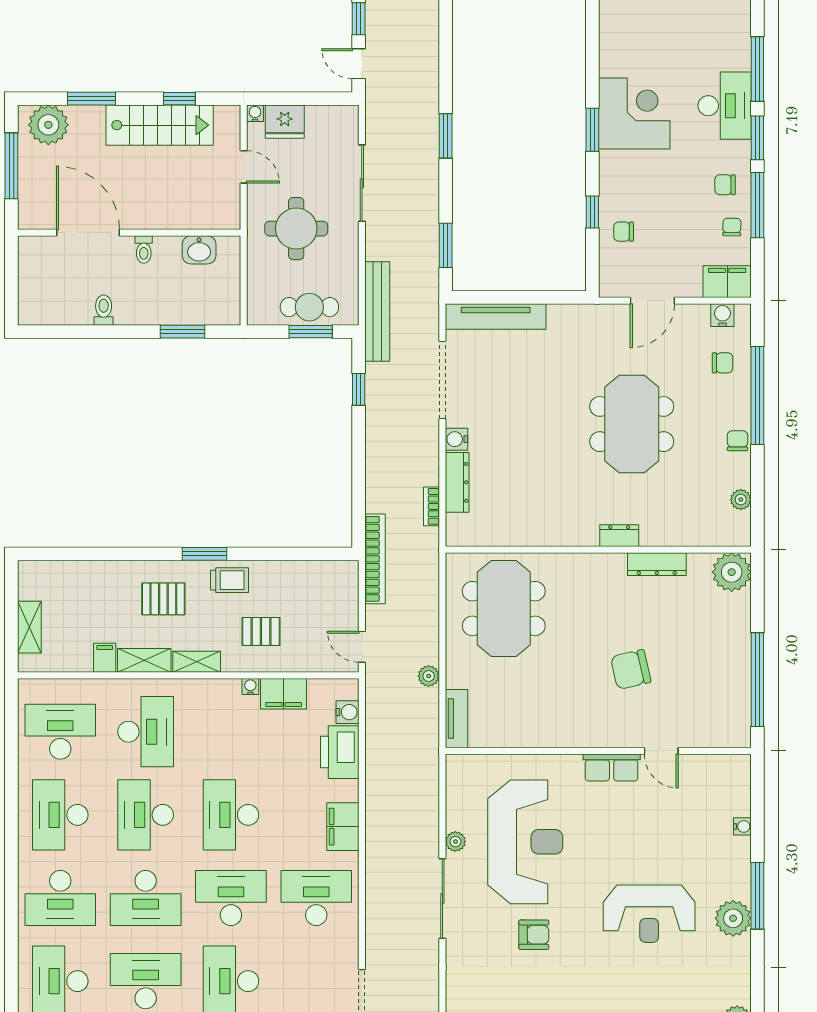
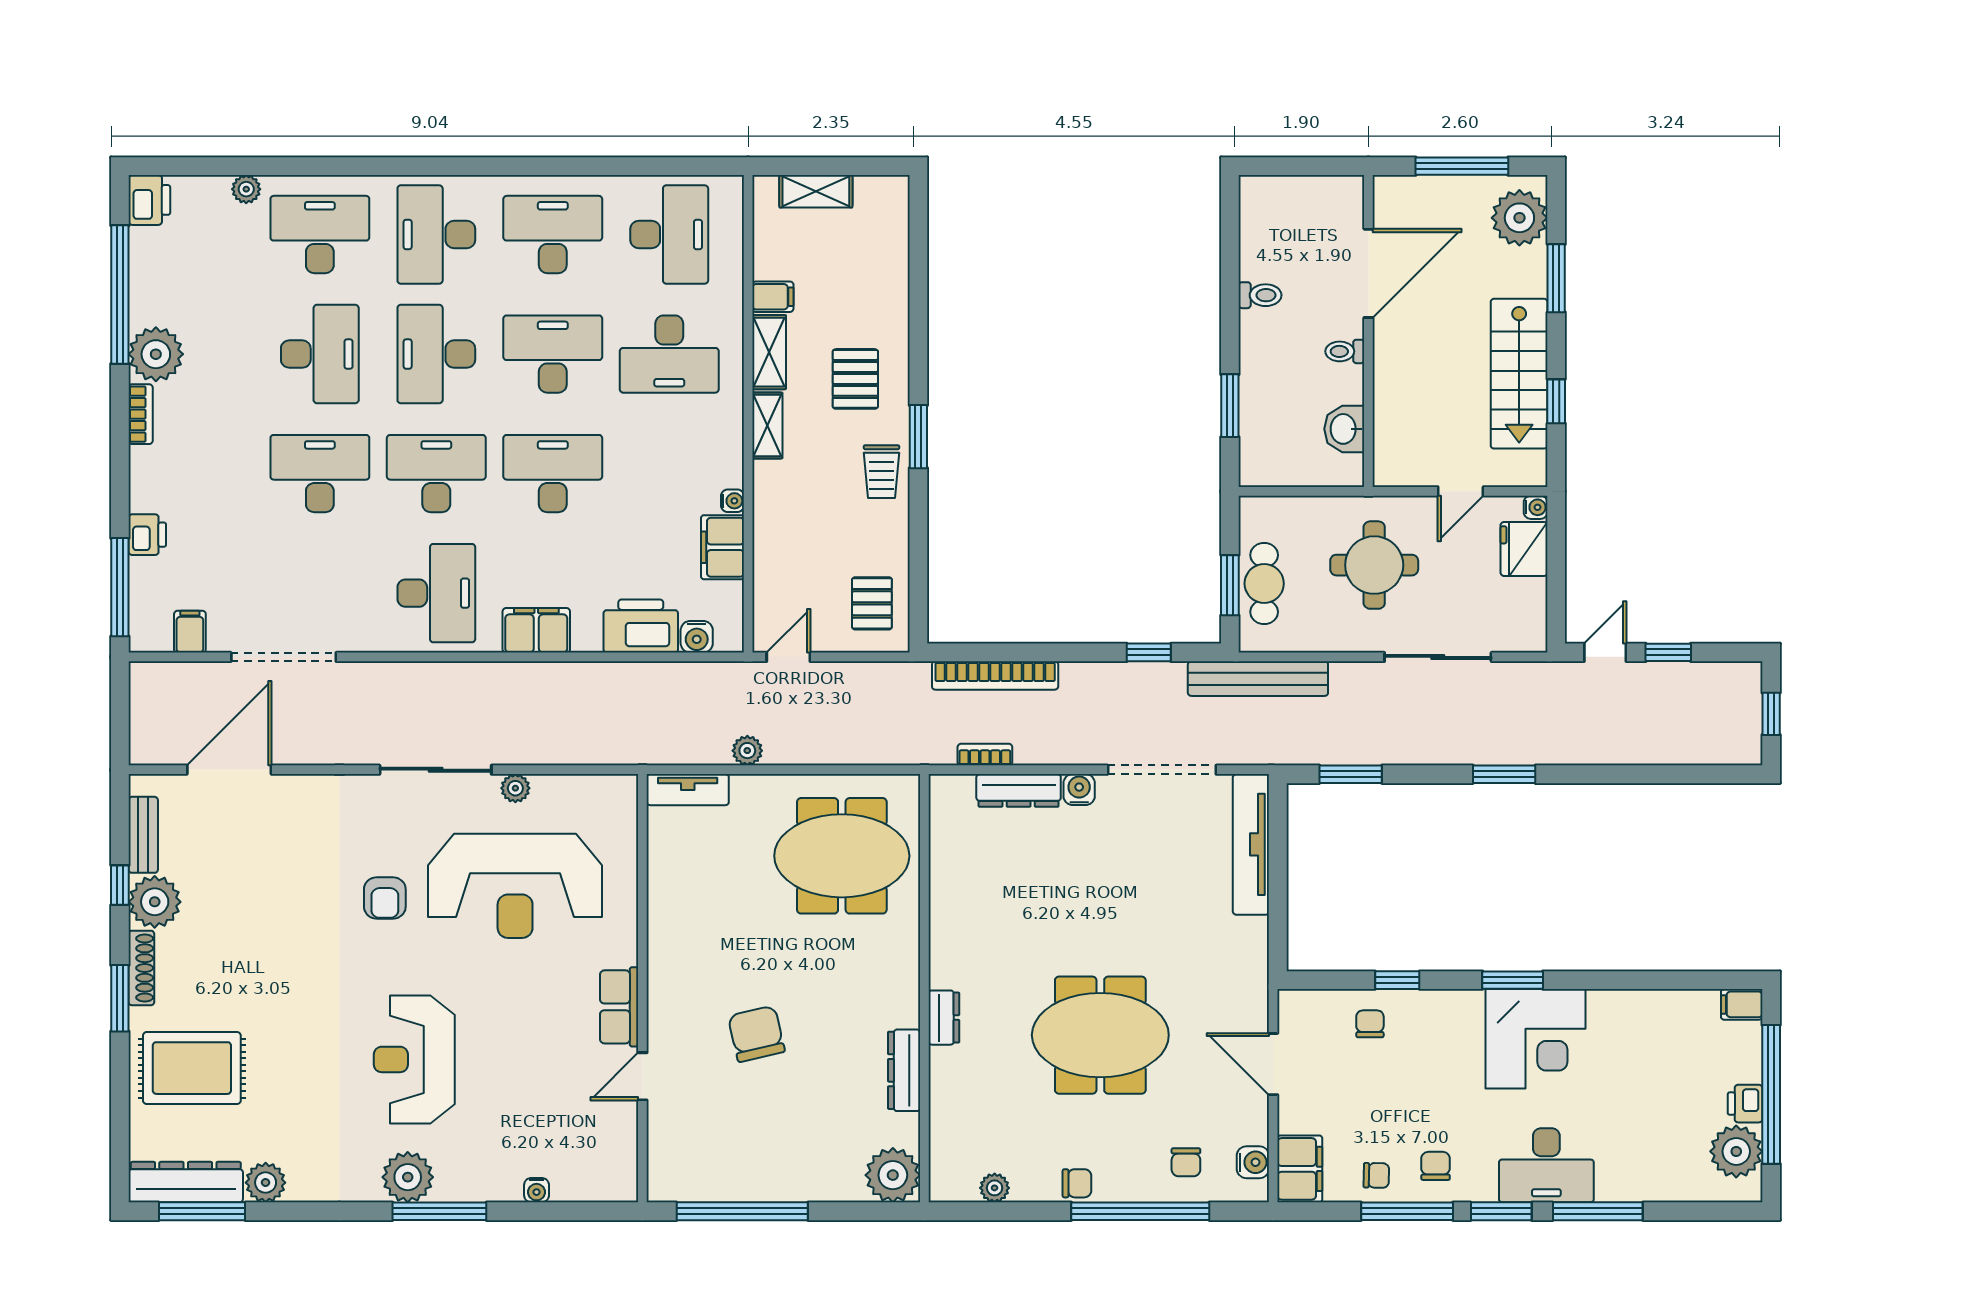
bookcase: (375, 559) -> (995, 675), moved
pallet: (261, 631) -> (872, 603), moved
desk: (231, 898) -> (436, 474), turned -90

